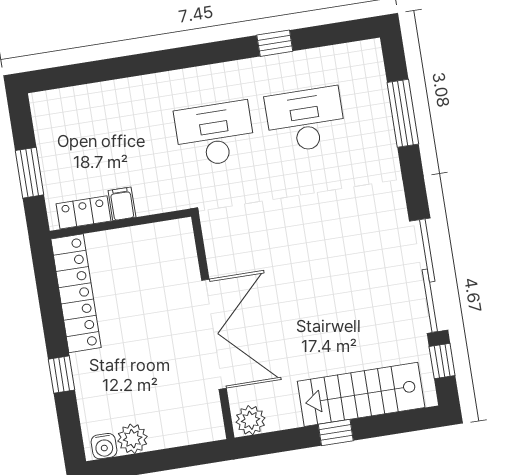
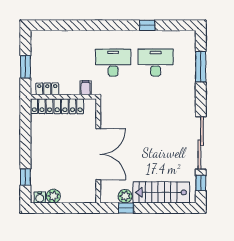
filing cabinet: (122, 204) -> (86, 88), moved
locker: (76, 293) -> (57, 106), moved, turned 90
window: (62, 375) -> (25, 177), moved
plant: (251, 420) -> (125, 196), moved
window: (336, 433) -> (126, 208), moved

